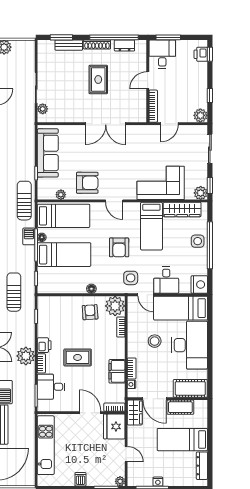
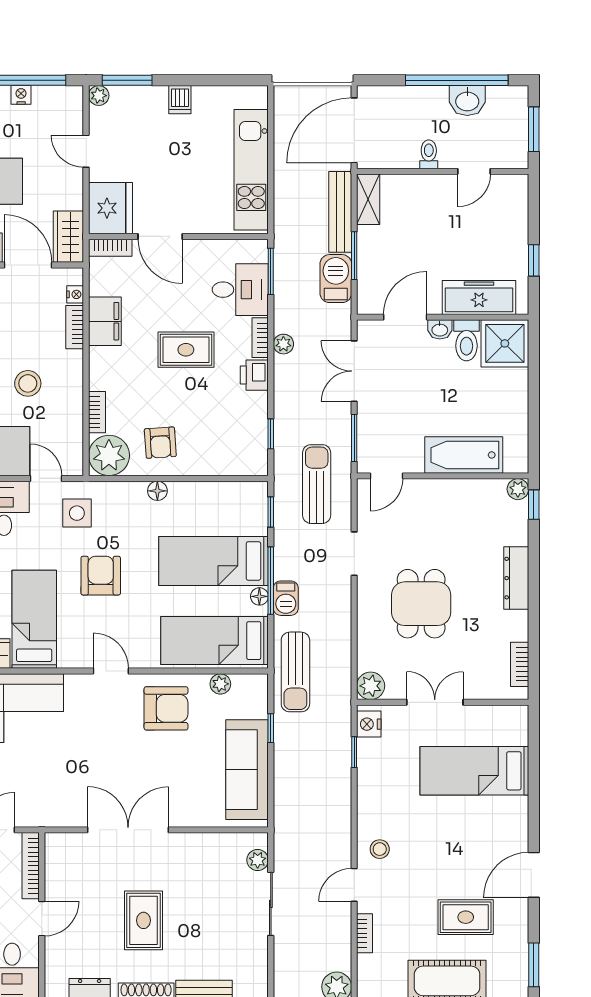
armchair: (87, 183) -> (166, 708), turned 180
sun lounger: (14, 292) -> (317, 484), turned 180
plant: (26, 356) -> (283, 344), width x0.53, depth x0.53

